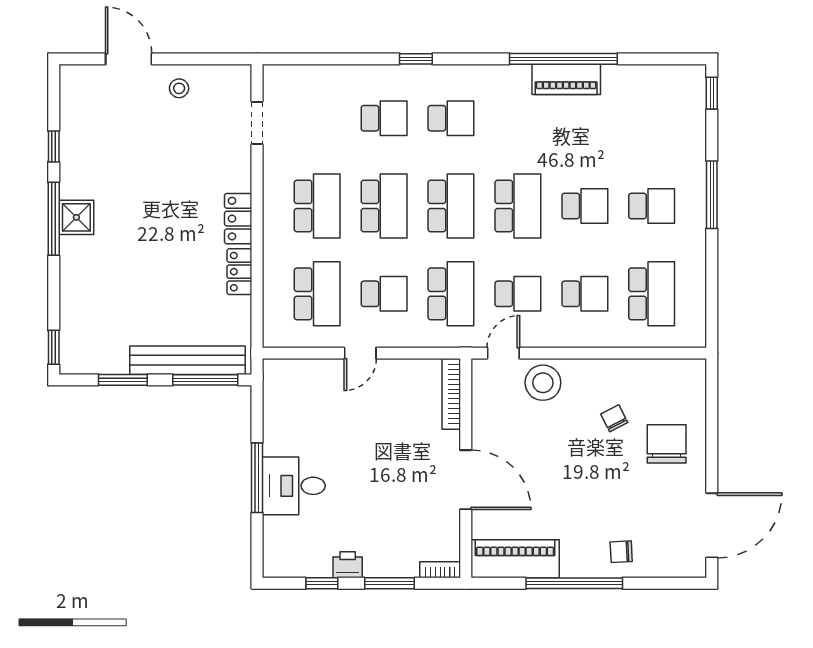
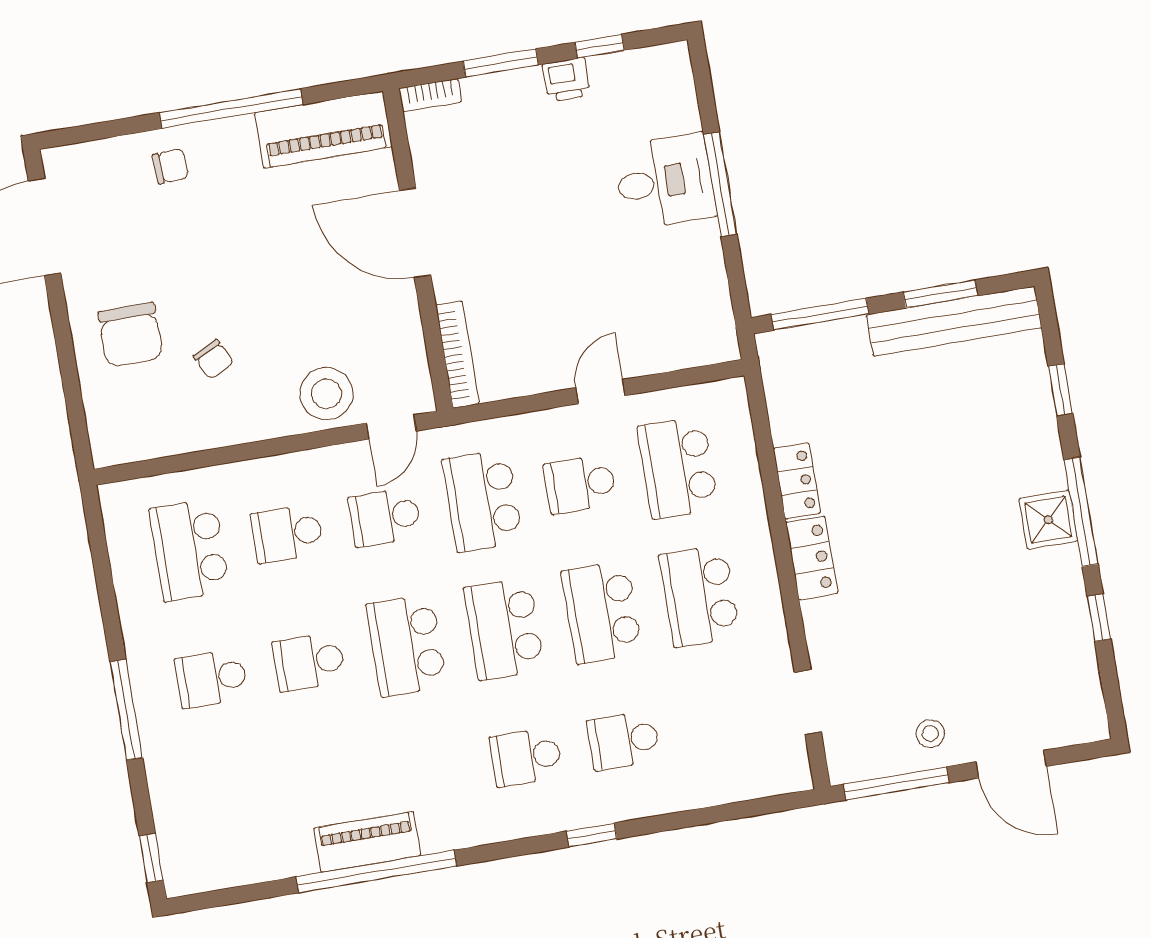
window: (207, 59) -> (896, 783), added
window: (54, 347) -> (1060, 390), moved
bench: (187, 360) -> (954, 321), moved

